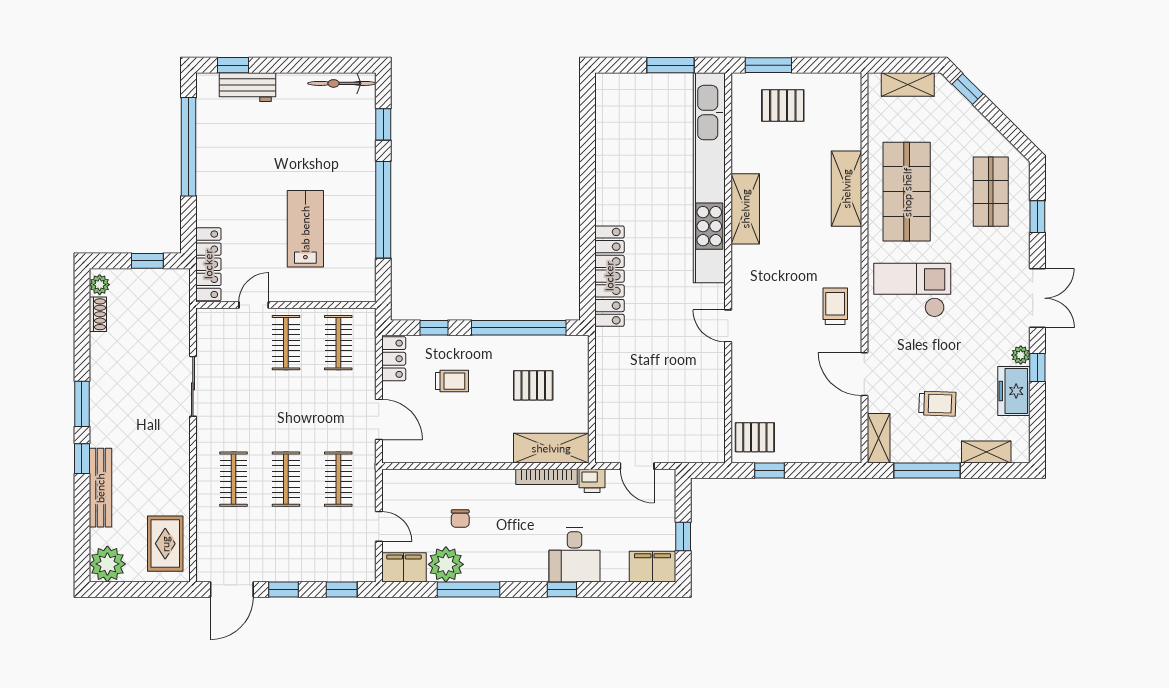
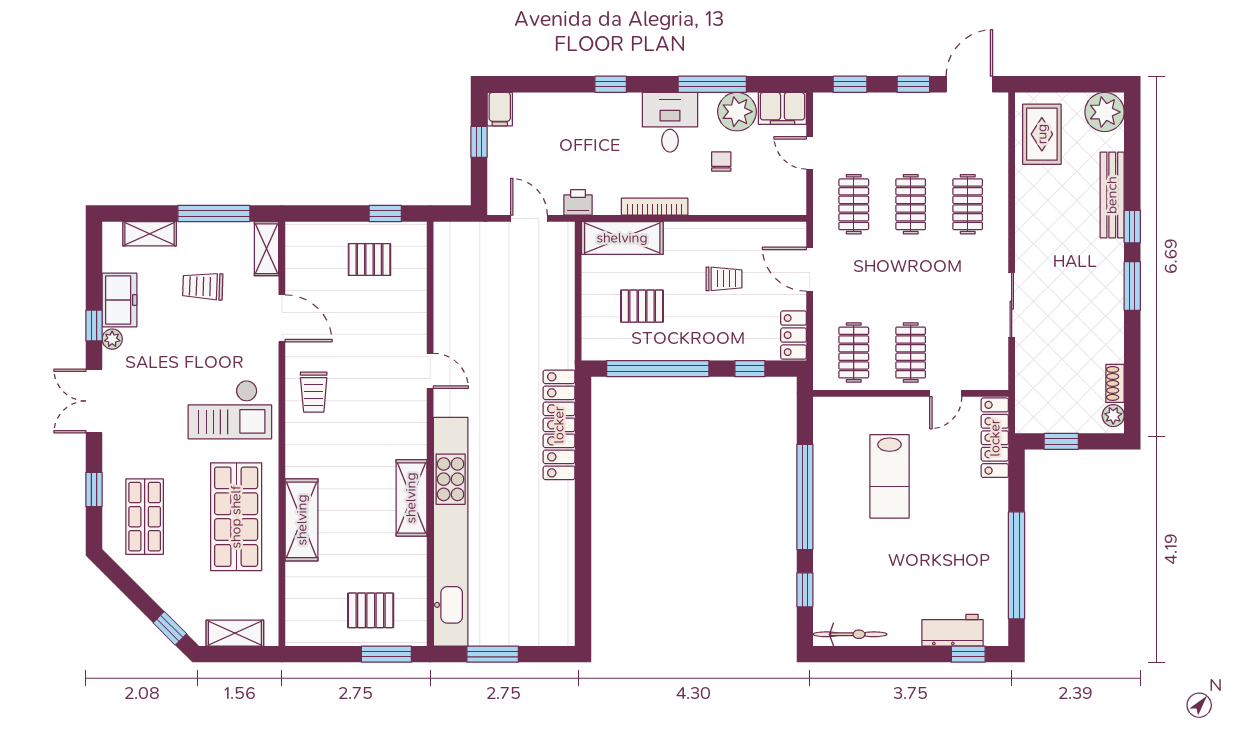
trolley: (452, 381) -> (724, 279), moved, turned 180
pallet: (755, 437) -> (369, 260), moved
bookcase: (547, 477) -> (655, 207), moved
desk: (574, 555) -> (670, 122), moved
filing cabinet: (652, 567) -> (500, 109), width x0.50

